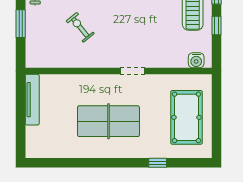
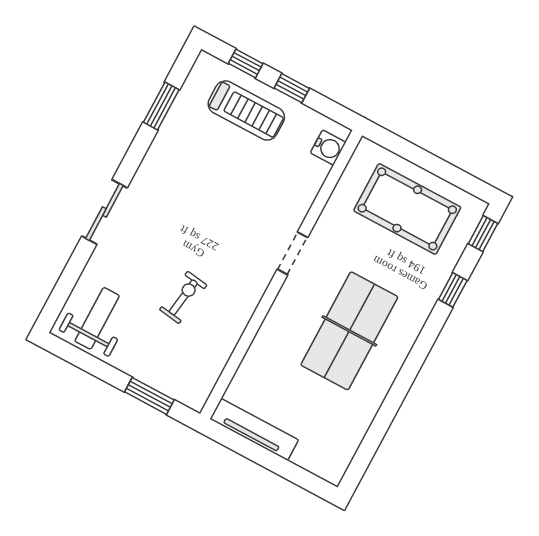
window: (21, 24) -> (149, 396), moved
exercise bike: (80, 27) -> (183, 297), turned 137
window: (195, 163) -> (483, 234), added

